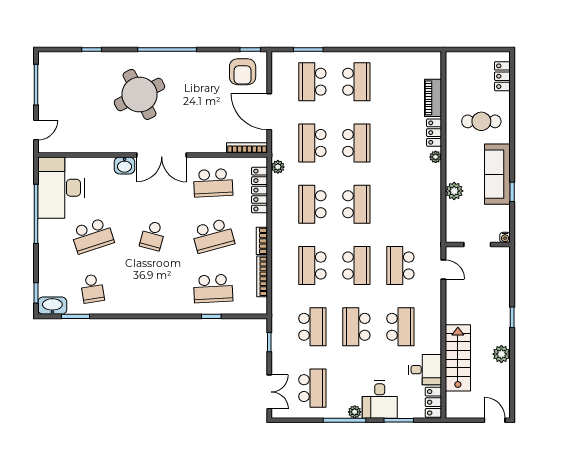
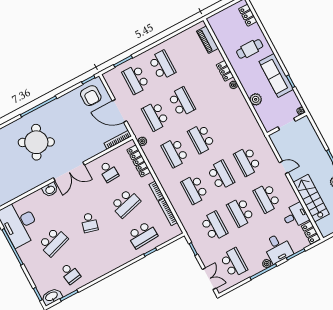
round table: (139, 94) -> (36, 142), turned -36
piano: (433, 98) -> (208, 40), moved
school desk: (213, 183) -> (109, 172), width x0.54
school desk: (356, 204) -> (201, 139), turned 180
door: (443, 270) -> (284, 167), moved
school desk: (400, 327) -> (267, 198), turned 180

